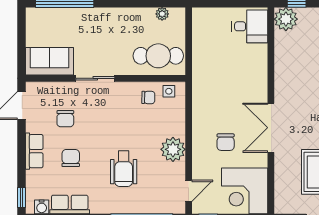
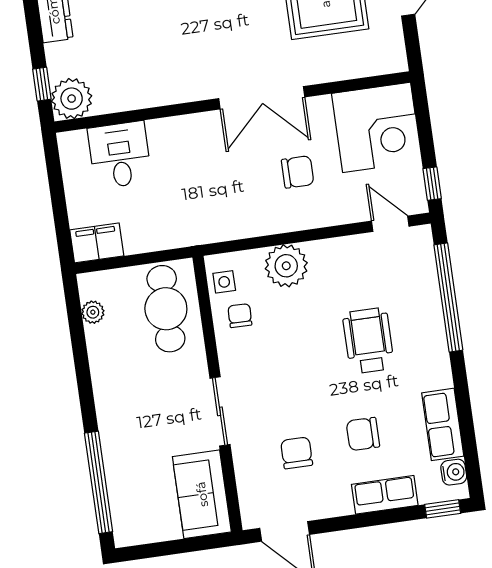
filing cabinet: (201, 22) -> (97, 243), added
desk: (250, 26) -> (120, 155), moved
chair: (65, 119) -> (297, 453), turned -90
plant: (173, 149) -> (286, 266), moved
row of seats: (34, 151) -> (385, 495), moved
wheelchair: (124, 169) -> (368, 341), turned -90

